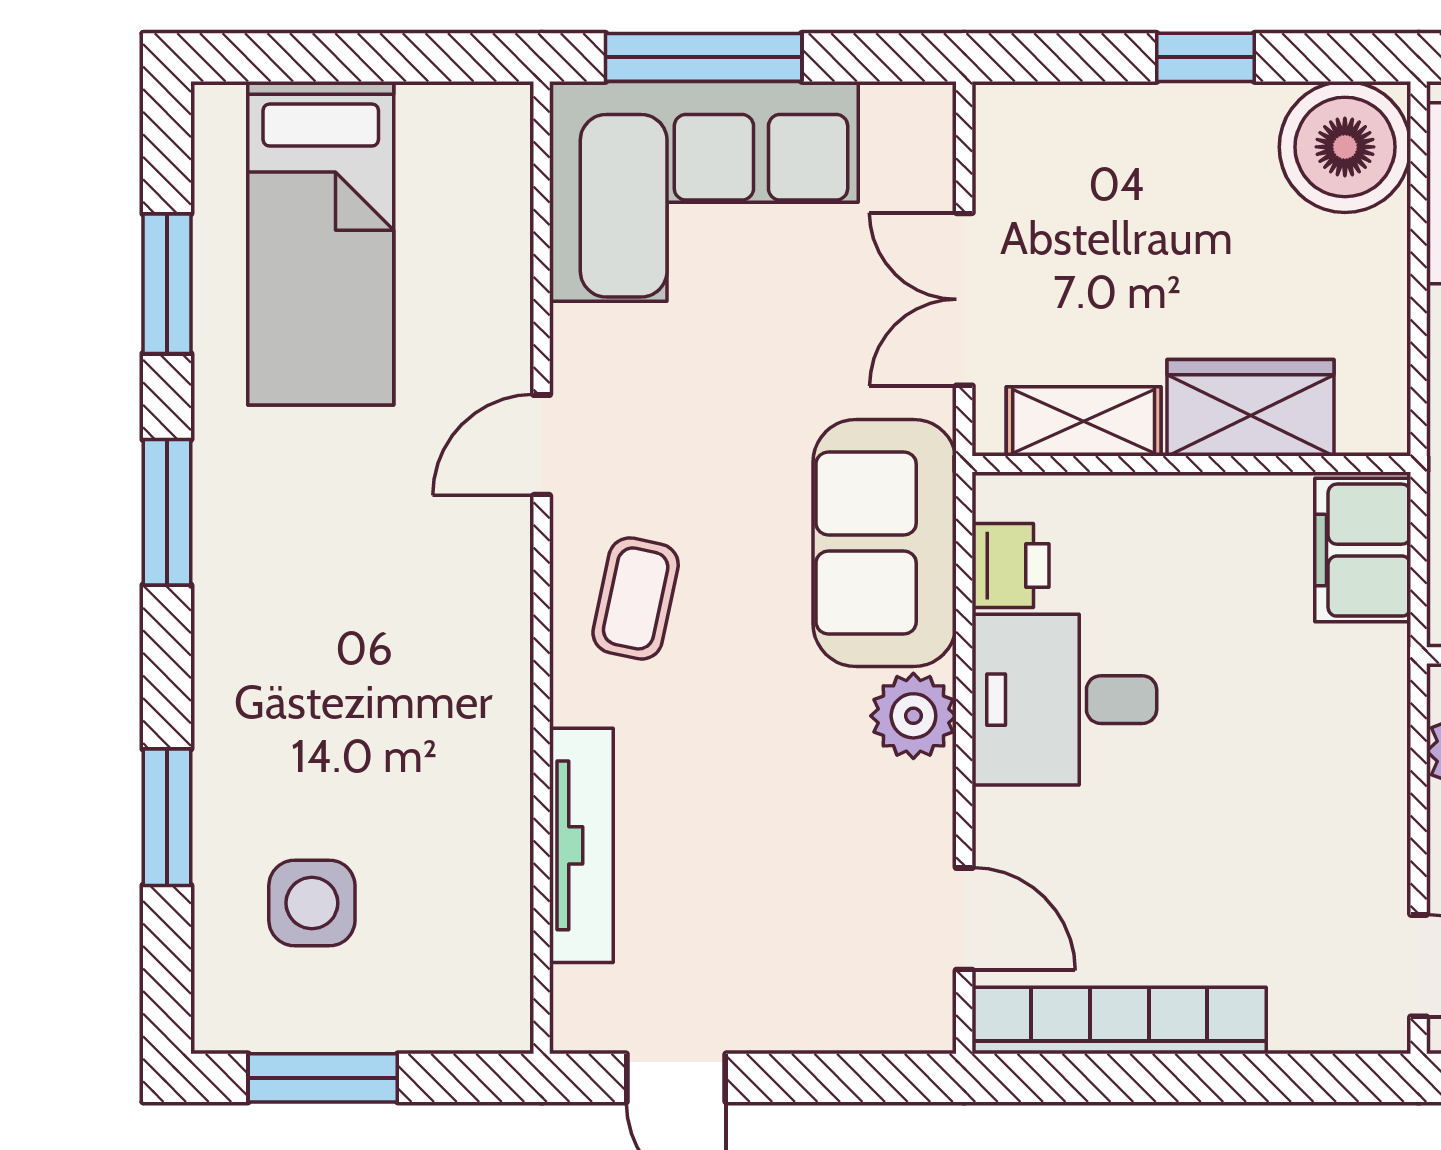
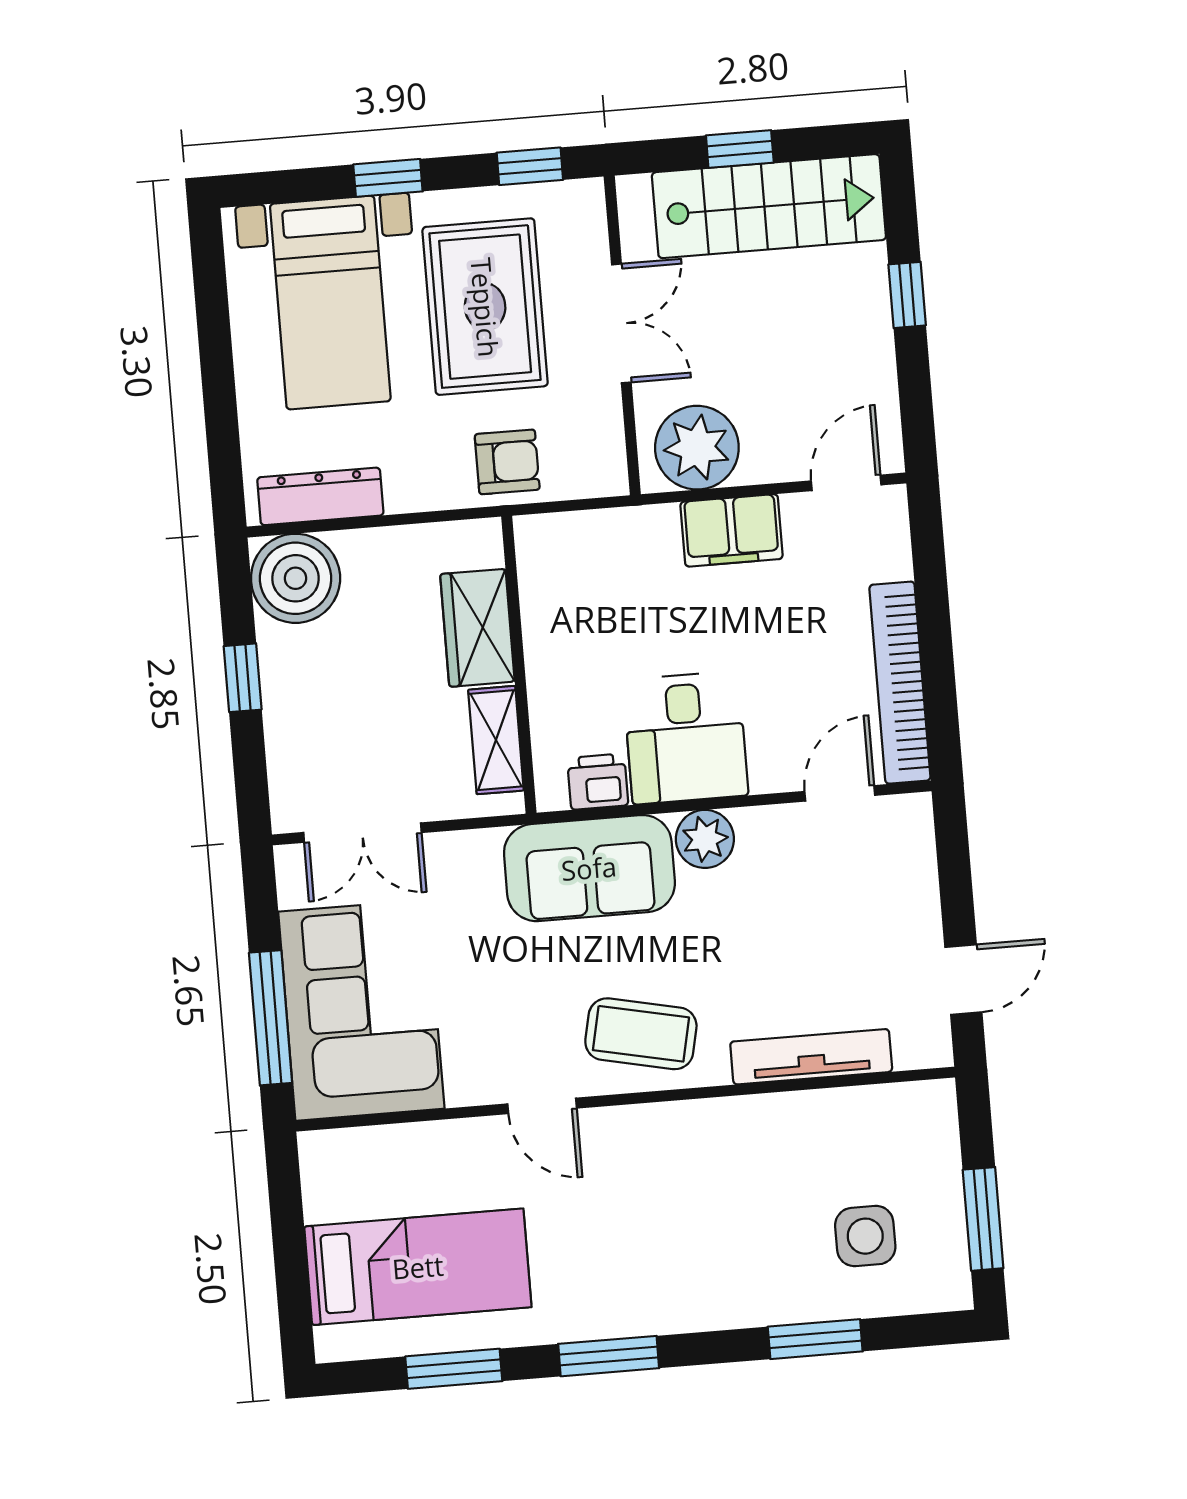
double door: (964, 299) -> (362, 833), moved
filing cabinet: (1363, 550) -> (731, 530), moved
coffee table: (636, 598) -> (641, 1034), width x1.36, depth x1.30

